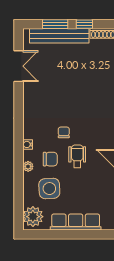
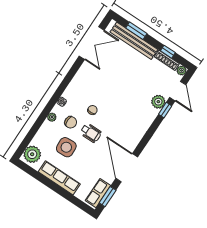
window: (84, 24) -> (168, 52), moved
double door: (19, 66) -> (92, 43), width x1.37
wheelchair: (77, 156) -> (91, 133), turned 90
side table: (49, 189) -> (66, 147), moved

